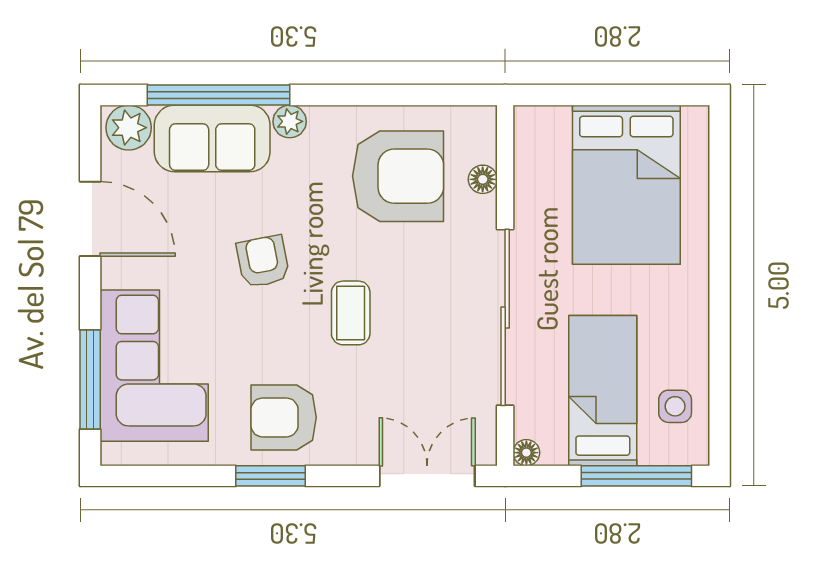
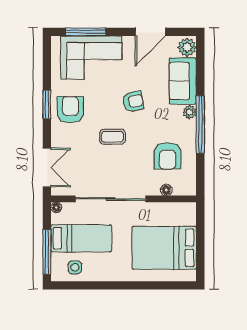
window: (218, 95) -> (200, 124), moved
armchair: (398, 176) -> (168, 156), width x0.73, depth x0.73

